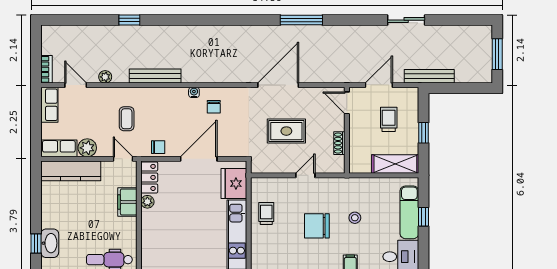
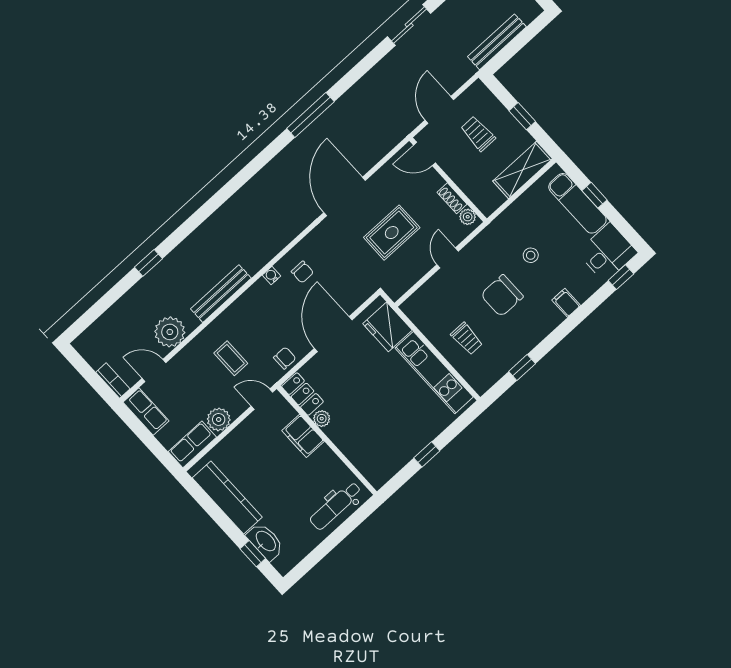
bench: (429, 76) -> (497, 42), moved
plant: (105, 77) -> (170, 332), width x1.88, depth x1.88
plant: (339, 162) -> (468, 217), added
kitchen counter: (71, 171) -> (227, 497), moved, turned -90
trolley: (266, 214) -> (467, 339), moved, turned 180

